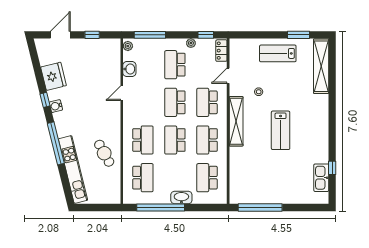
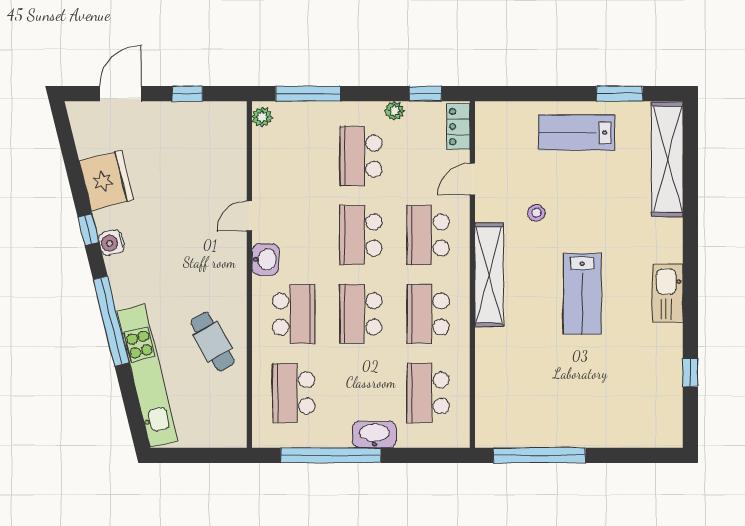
washbasin: (129, 69) -> (265, 260), moved
school desk: (143, 178) -> (294, 393), turned 180
kitchen sink: (321, 178) -> (668, 293), moved

